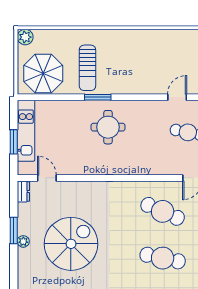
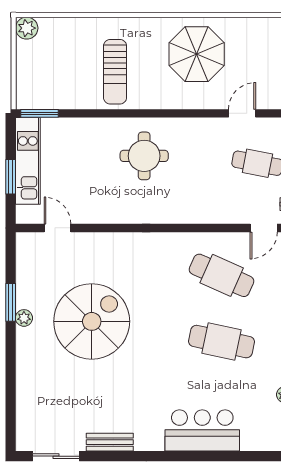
parasol: (43, 74) -> (197, 54), moved
window: (98, 97) -> (39, 113), moved
dresser: (23, 192) -> (24, 247), removed

